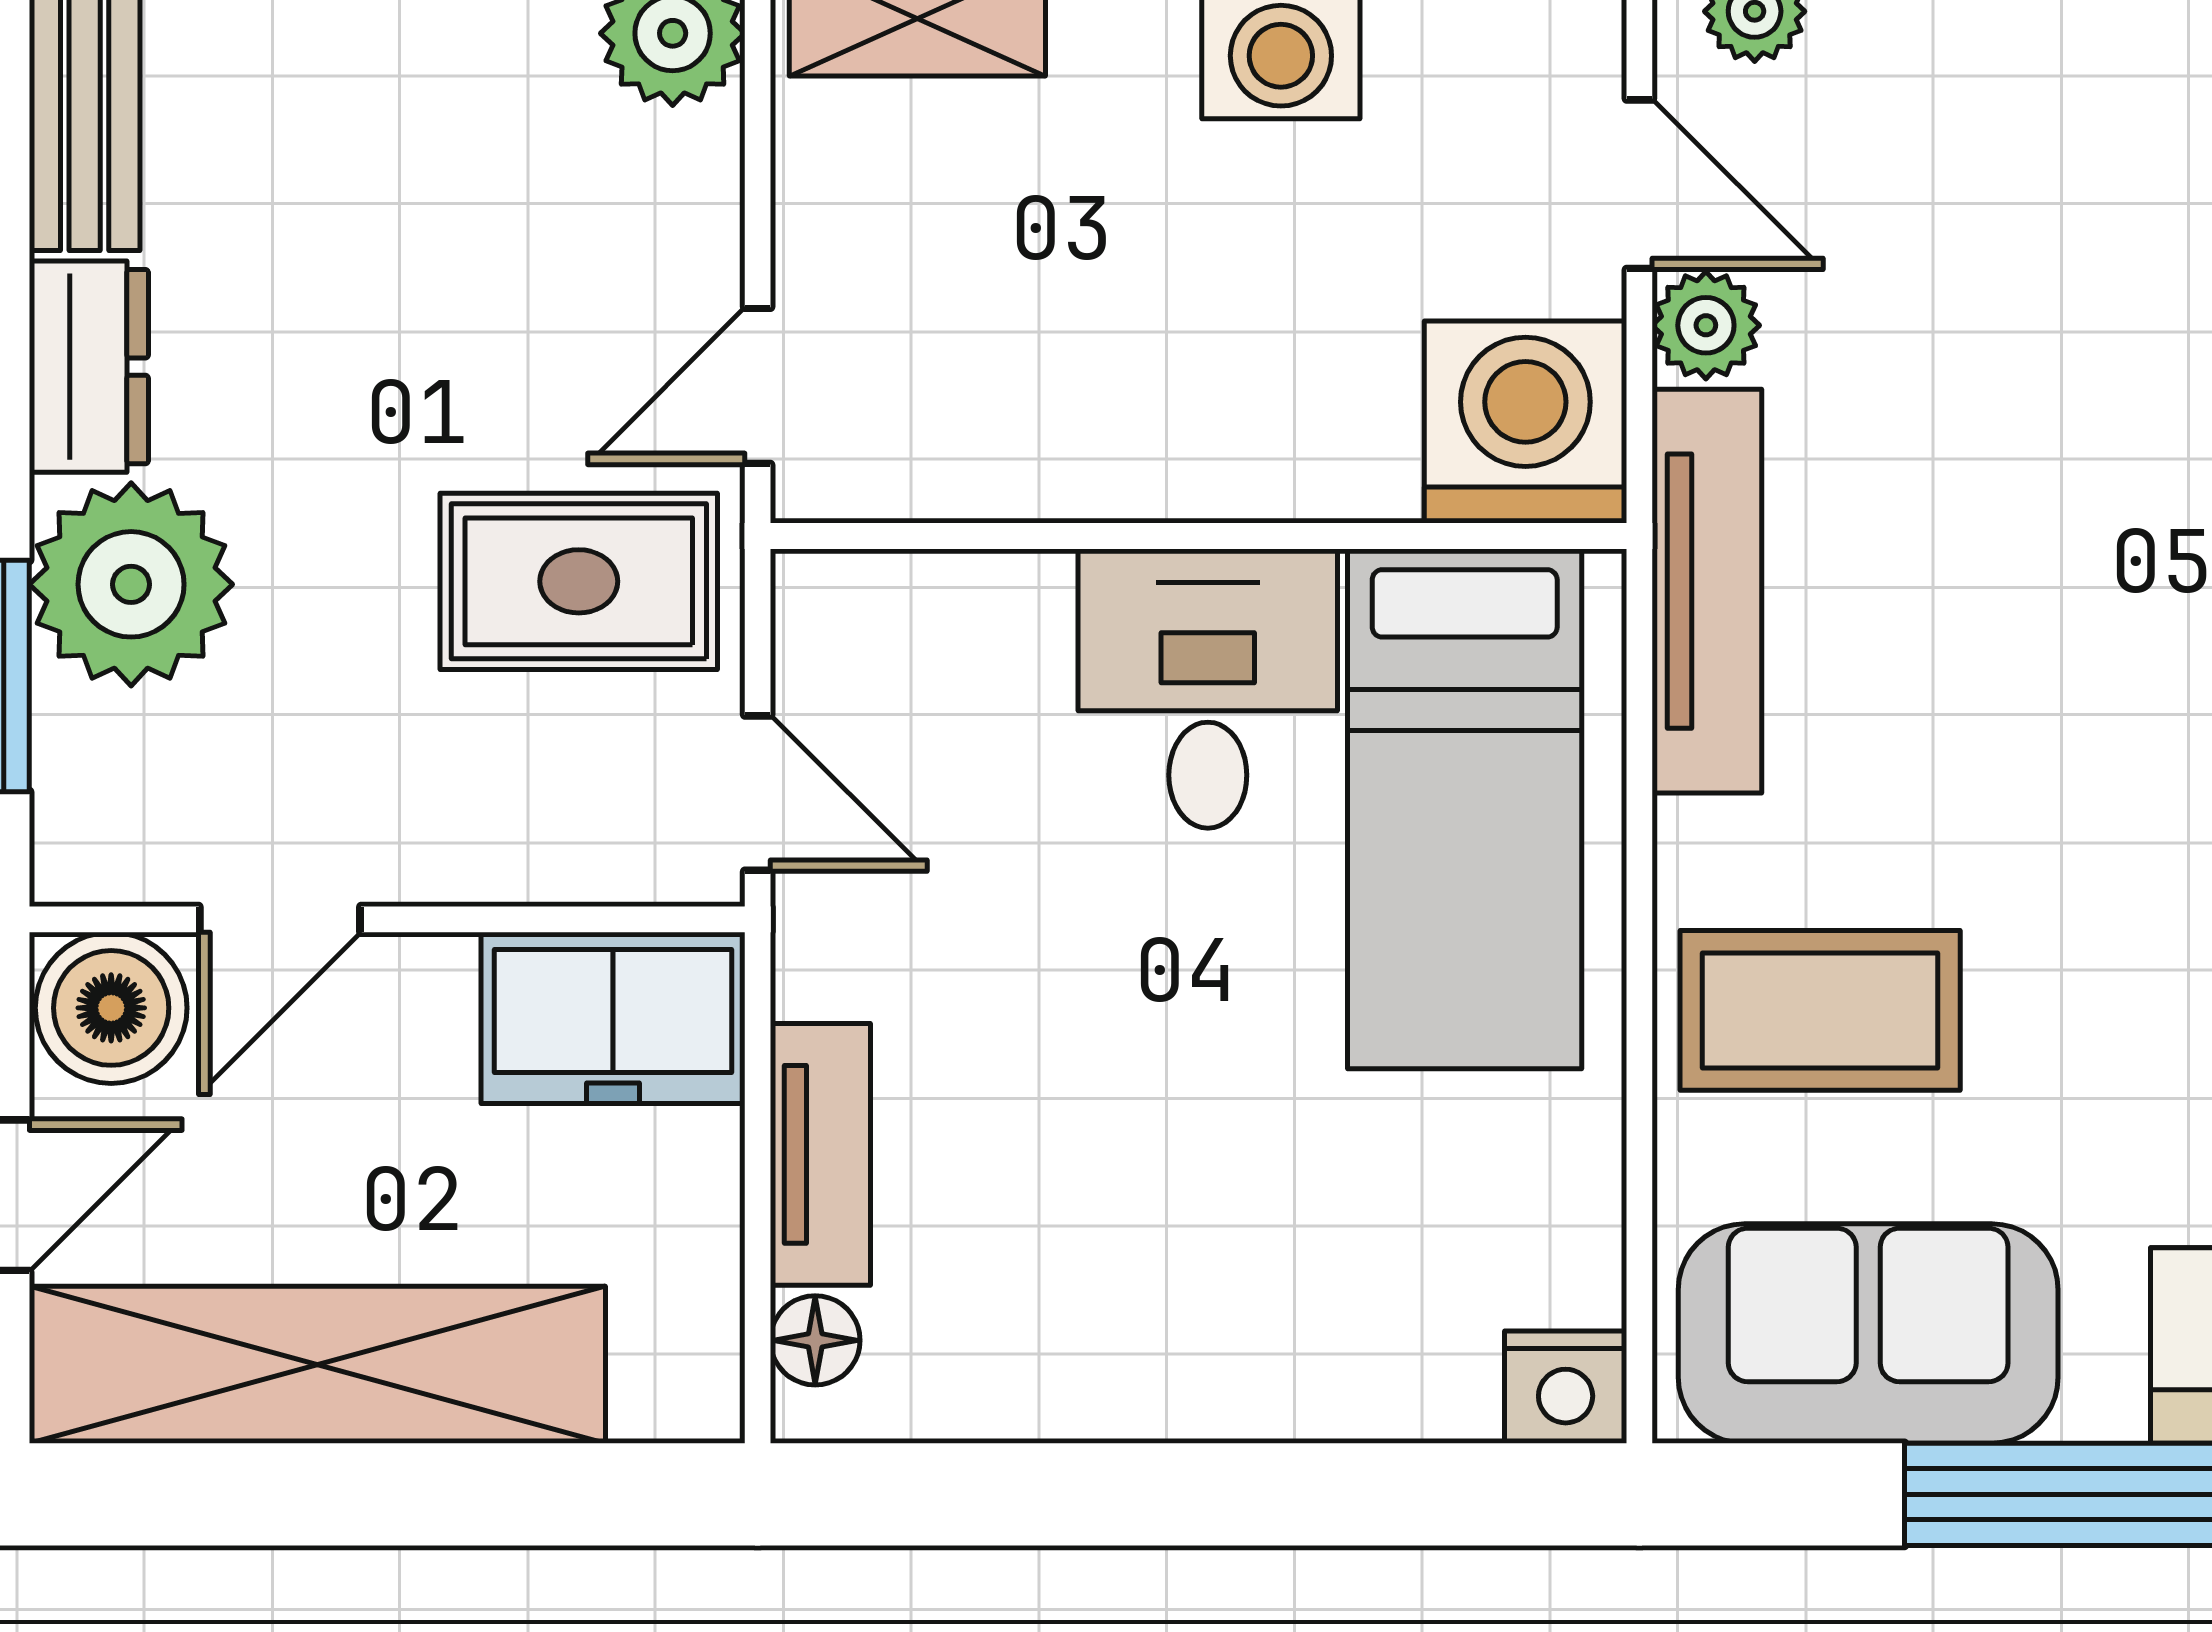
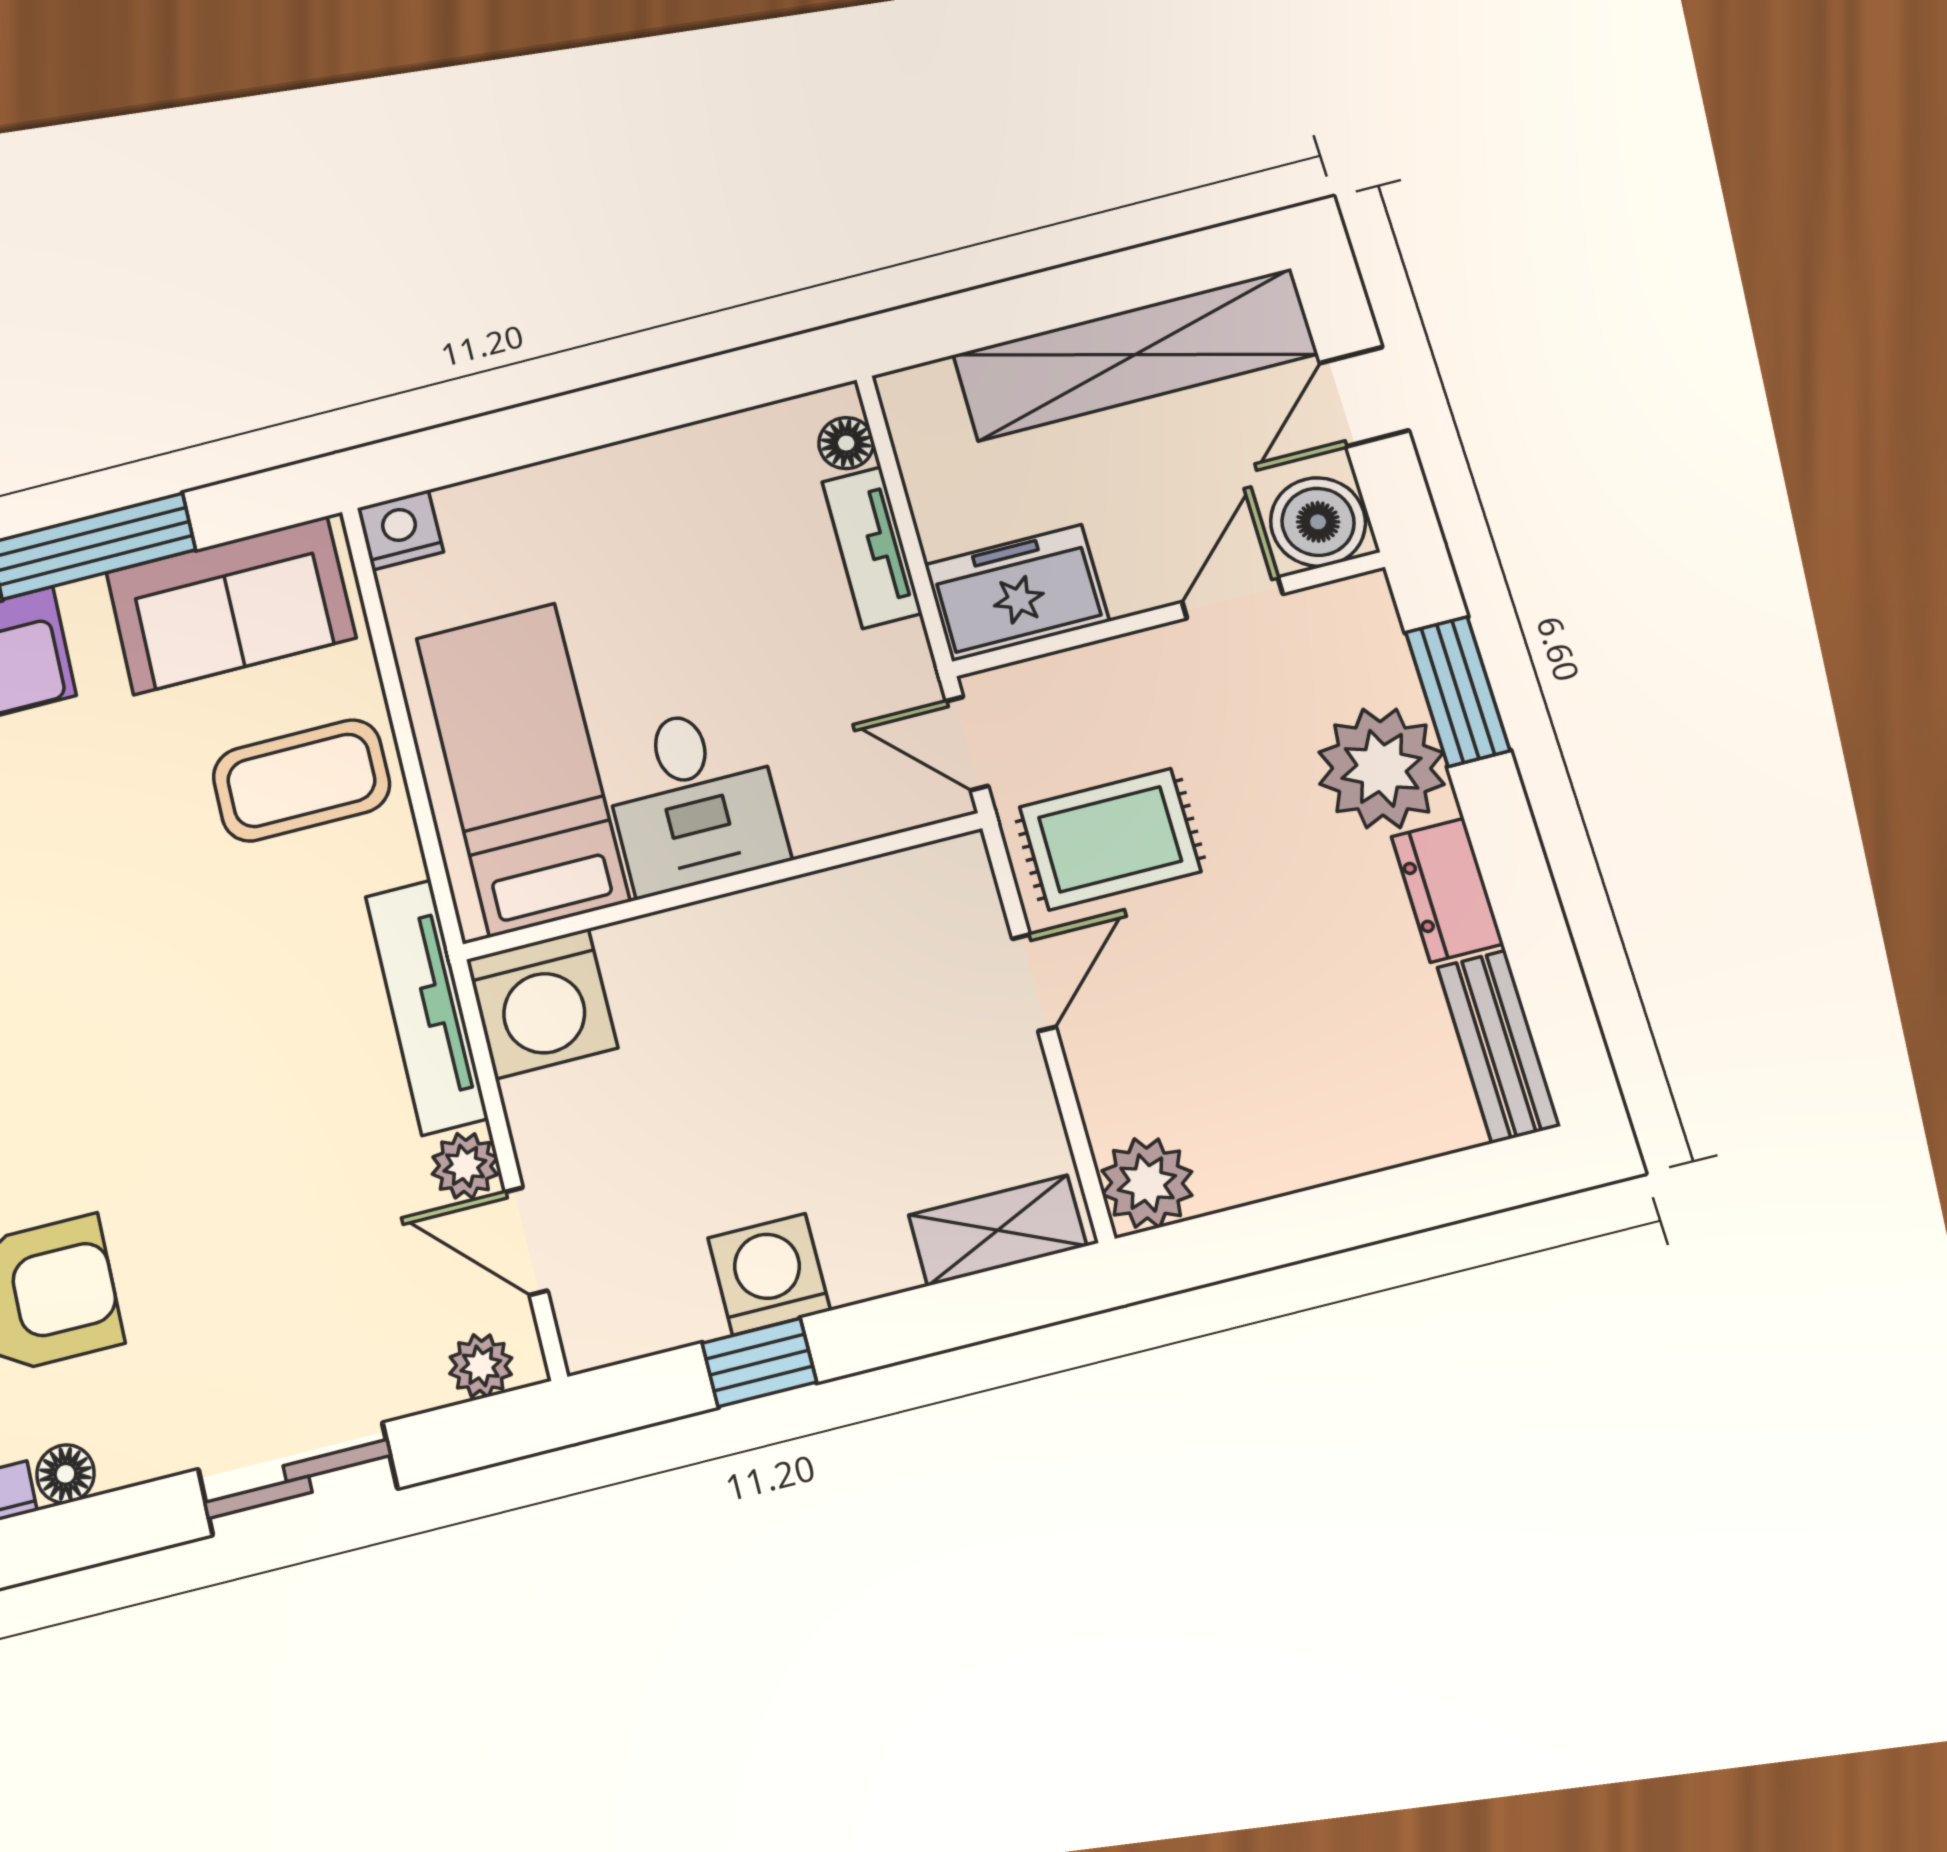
washing machine: (1525, 422) -> (542, 1004), moved
wall: (1199, 536) -> (722, 886), moved
desk: (1208, 689) -> (693, 799), moved
bed: (1465, 809) -> (522, 769), moved

